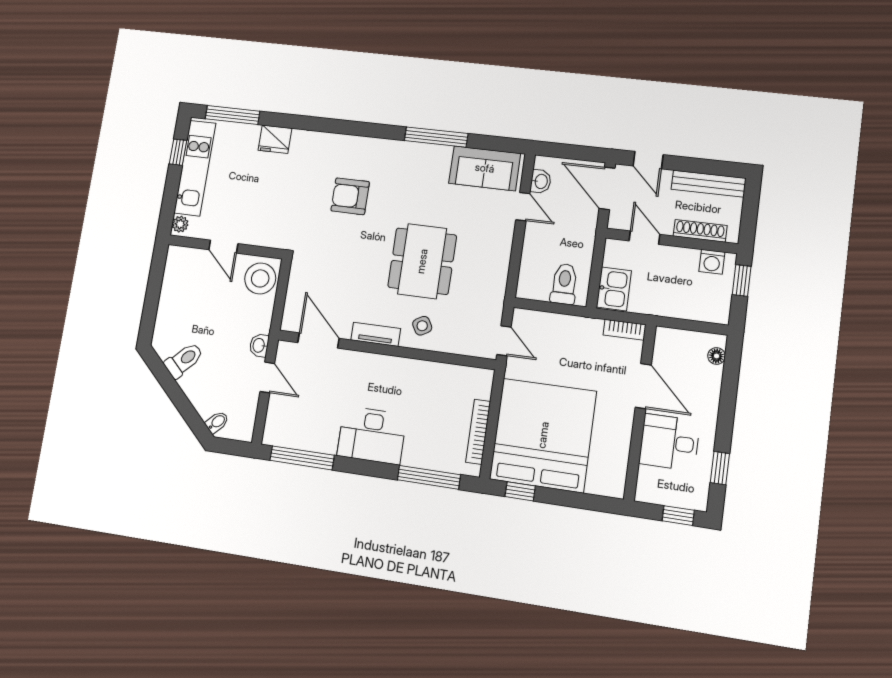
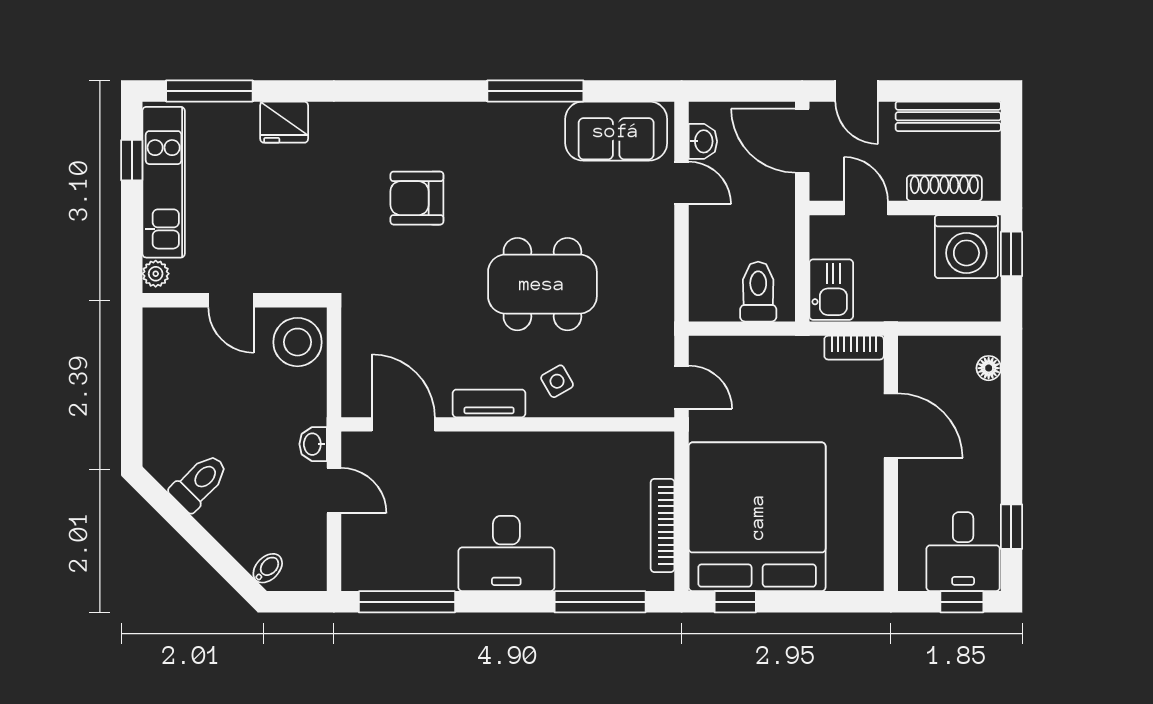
dining table: (422, 261) -> (542, 284), turned 90
washing machine: (712, 262) -> (966, 247), width x1.89, depth x1.89
desk: (669, 442) -> (963, 552), moved, turned -90

